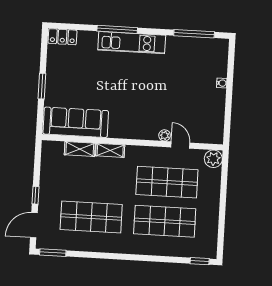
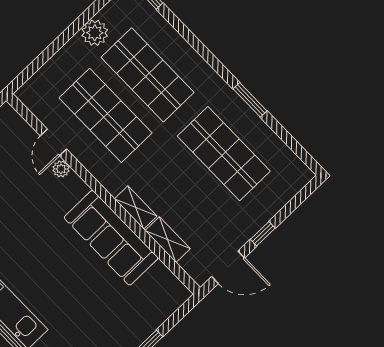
sofa: (76, 122) -> (111, 238), moved
plant: (213, 159) -> (95, 33), moved
door: (34, 225) -> (228, 267), moved
window: (53, 253) -> (250, 100), moved

